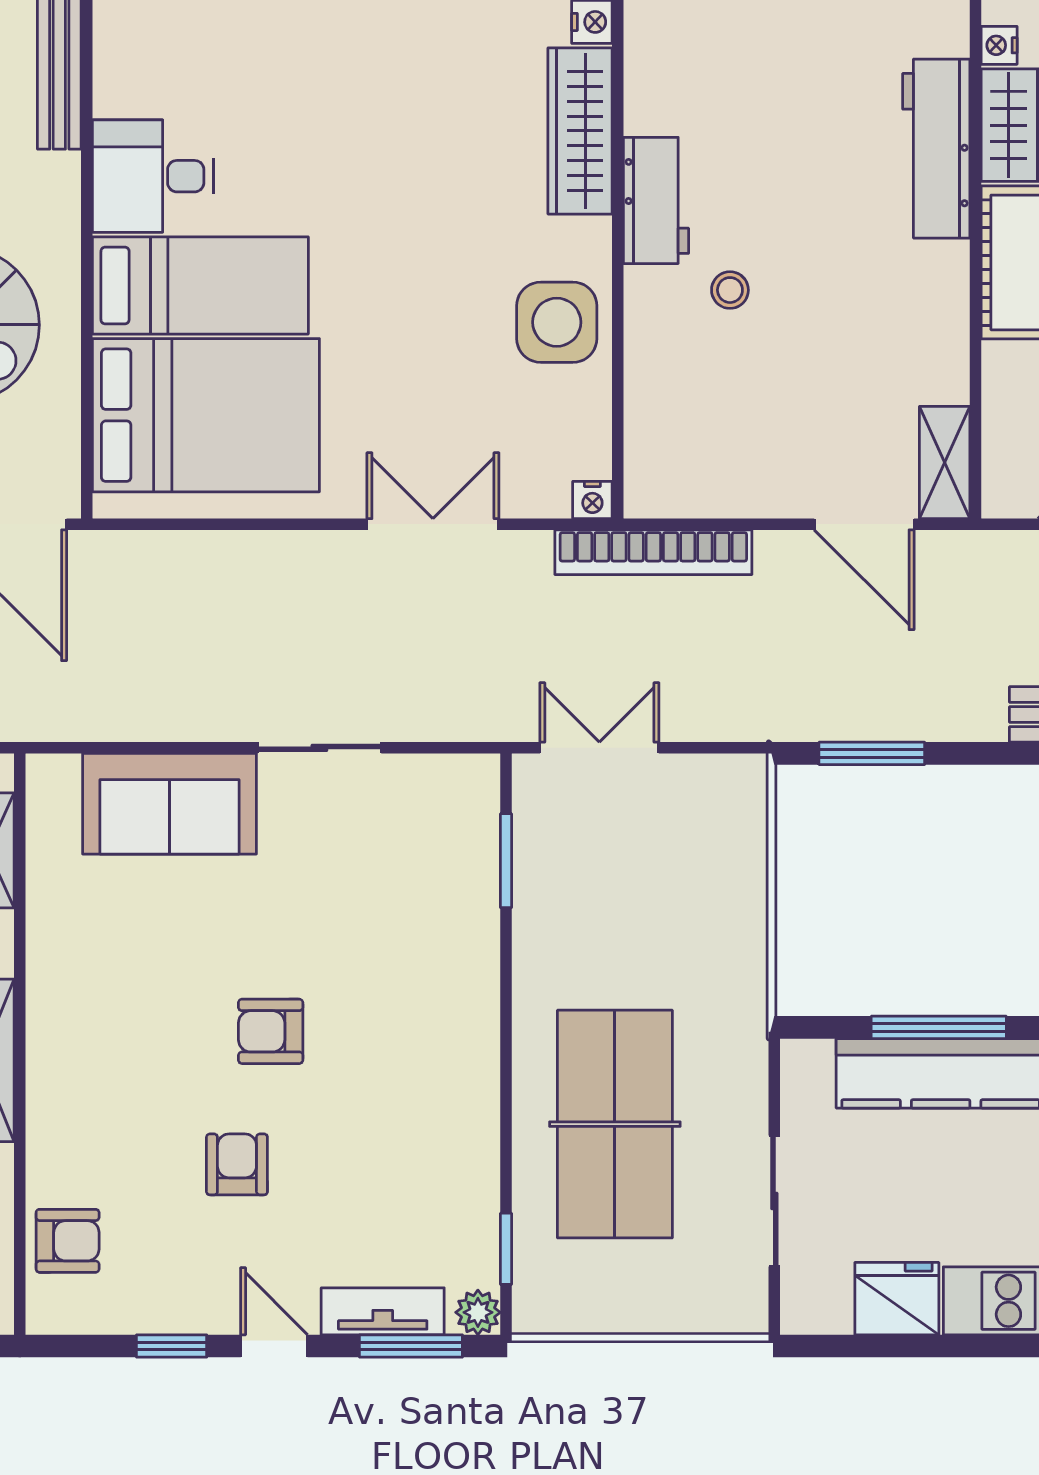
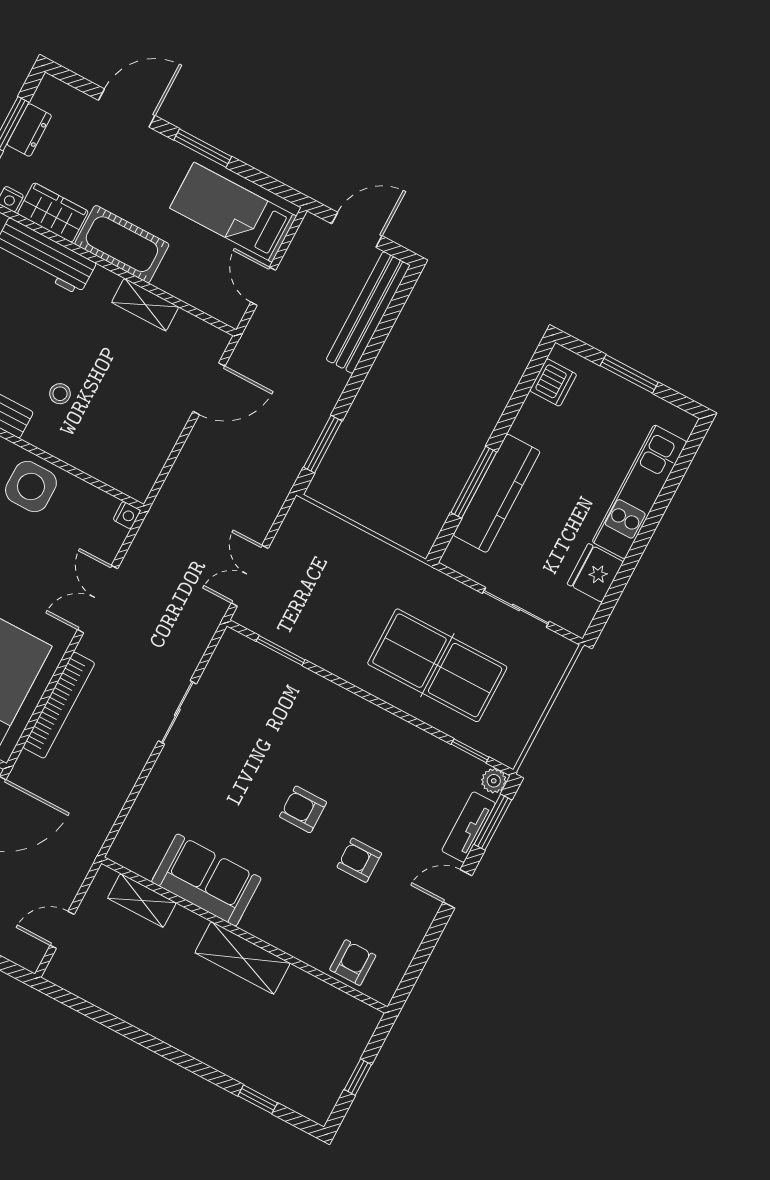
shelving: (945, 462) -> (145, 305), moved
bookcase: (653, 552) -> (59, 705), moved
sofa: (169, 804) -> (206, 880), moved, turned -90
armchair: (271, 1031) -> (303, 809), turned 90
window: (172, 1346) -> (431, 939), removed

